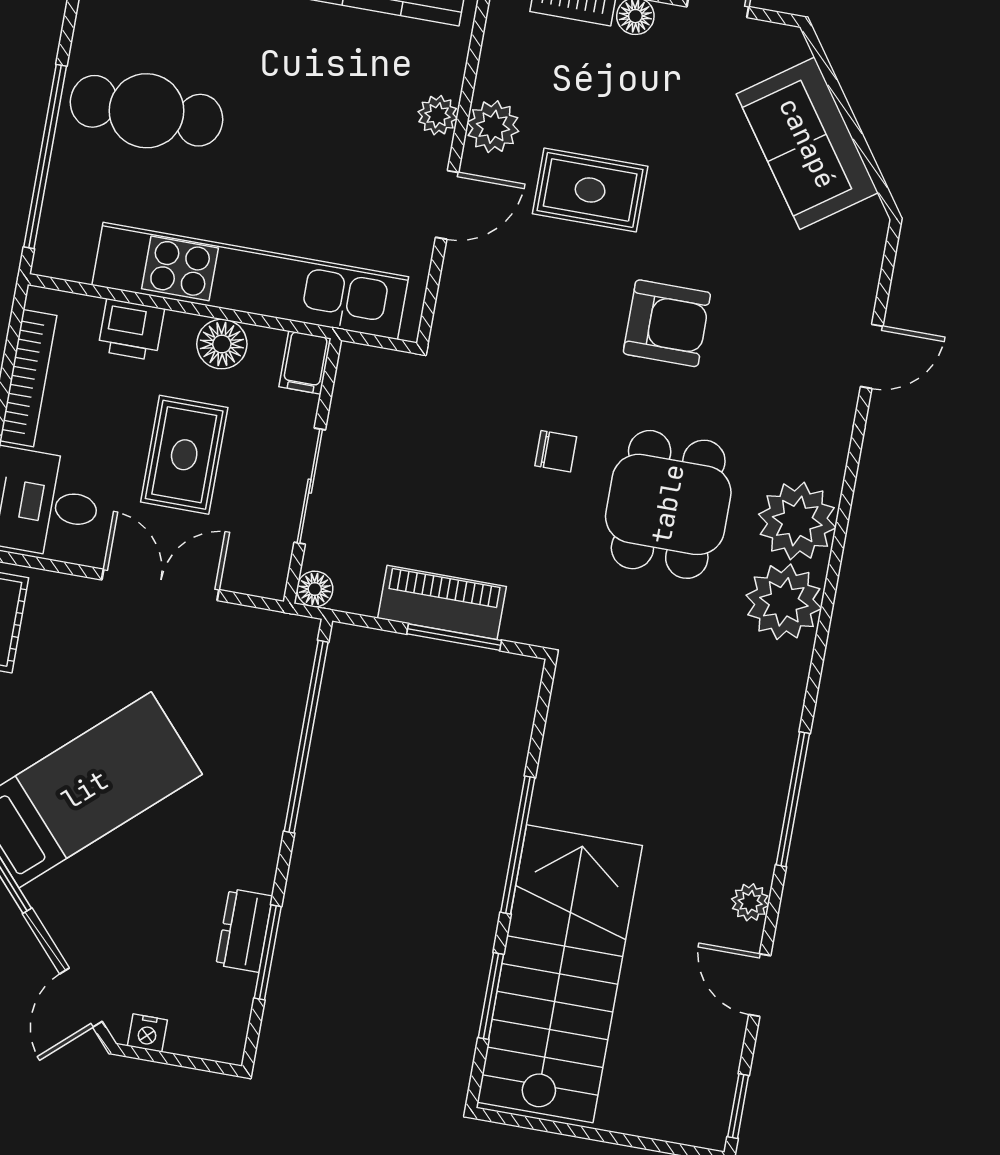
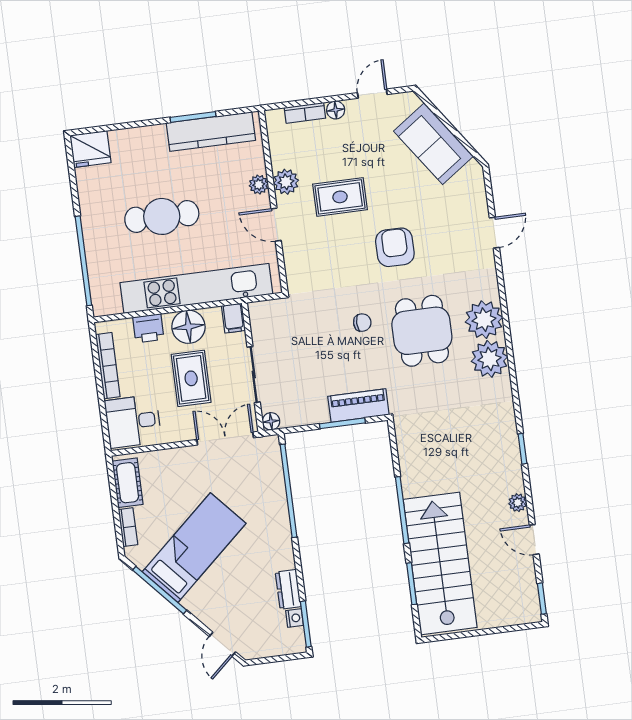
cafe table: (146, 111) -> (162, 216), moved
door: (447, 205) -> (276, 225), swing flipped
armchair: (667, 323) -> (395, 247), turned -90
floor lamp: (222, 344) -> (188, 327), width x1.38, depth x1.38
double door: (160, 585) -> (225, 439), moved
piano: (442, 602) -> (358, 406), moved
window: (793, 799) -> (522, 449), width x0.46
window: (268, 952) -> (306, 624), moved
nightstand: (147, 1033) -> (295, 618), moved, turned -90

